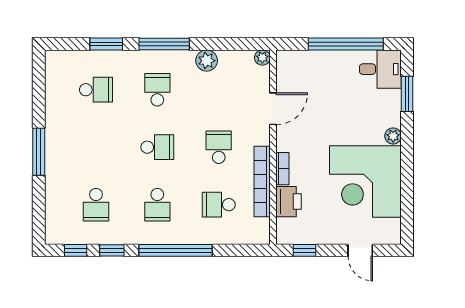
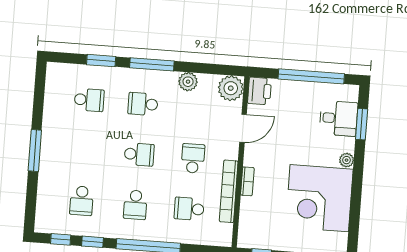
plant: (262, 58) -> (231, 88), width x1.87, depth x1.87
desk: (380, 69) -> (339, 118), moved
school desk: (157, 90) -> (143, 104), turned -90
printer: (288, 202) -> (260, 91), moved

